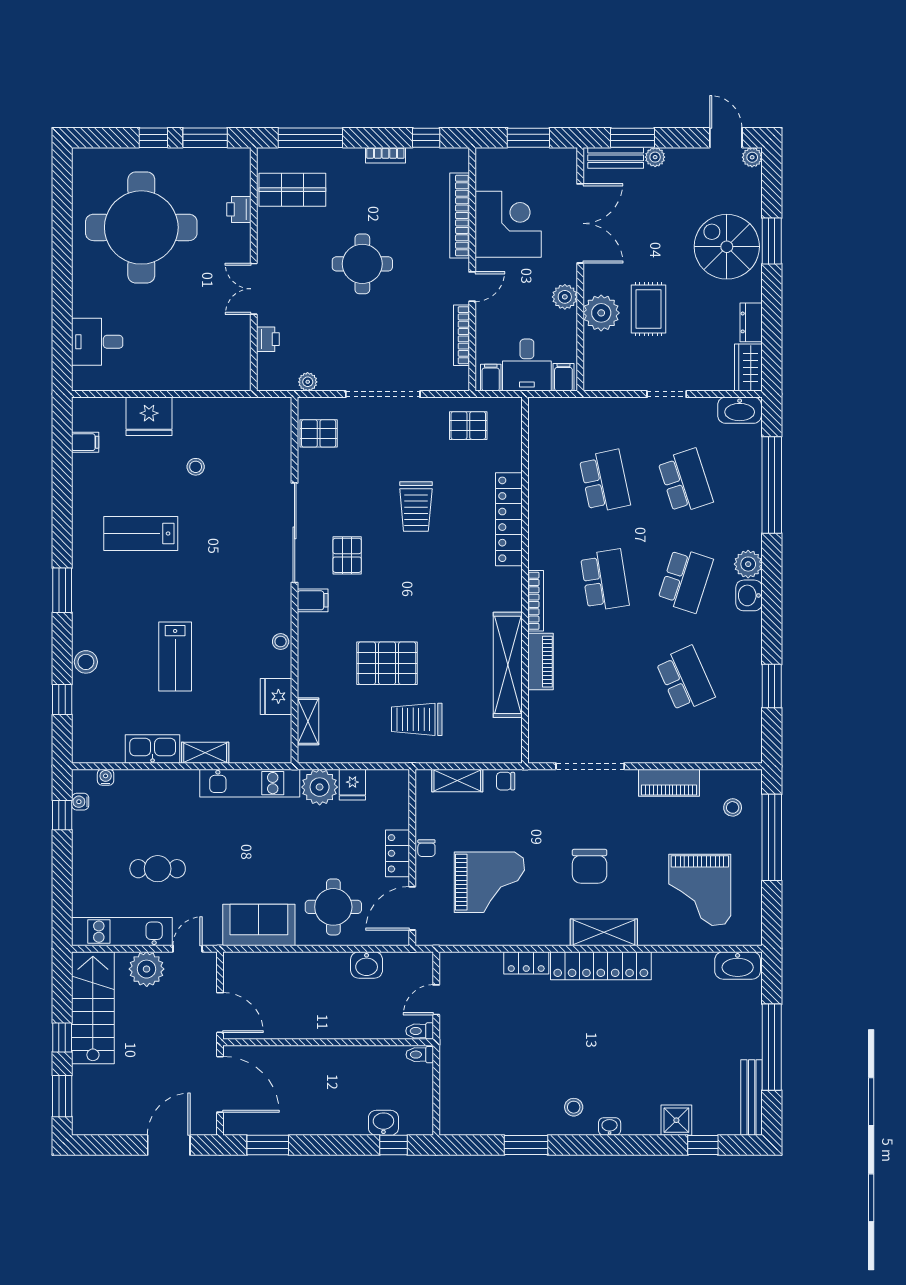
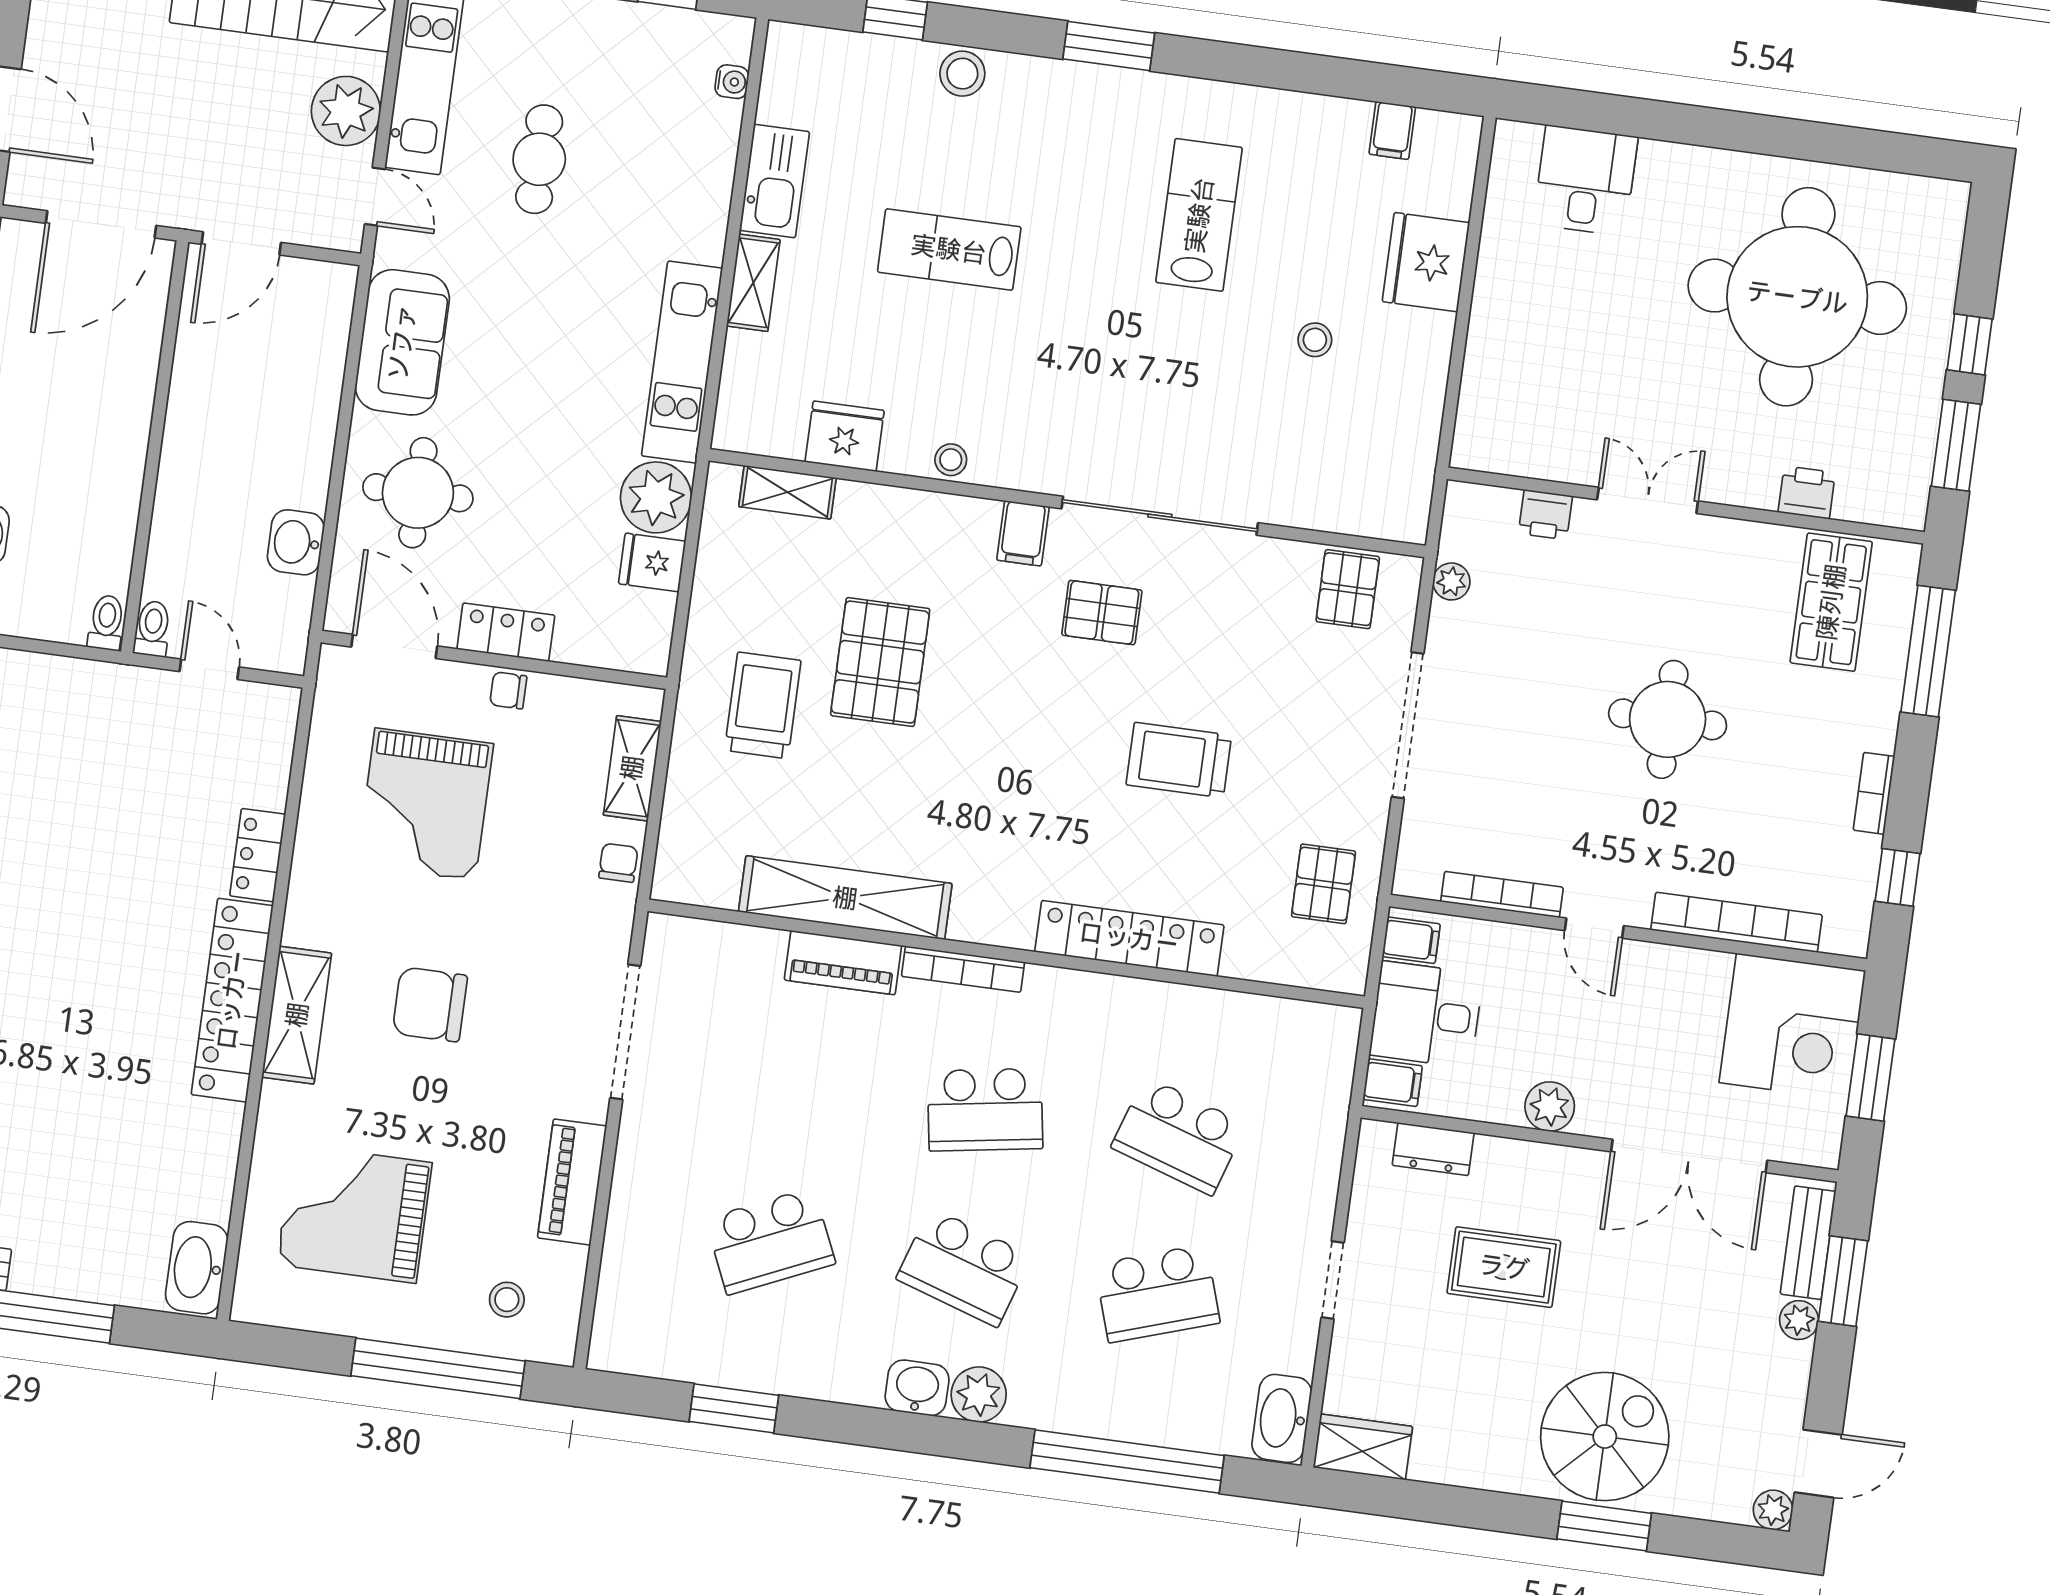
corner desk: (508, 224) -> (1792, 1027), moved
plant: (601, 313) -> (1509, 1174), removed
dresser: (751, 322) -> (1433, 1149), moved, turned 180
school desk: (605, 481) -> (1179, 1136), turned 30
water cooler: (80, 802) -> (691, 26), removed

